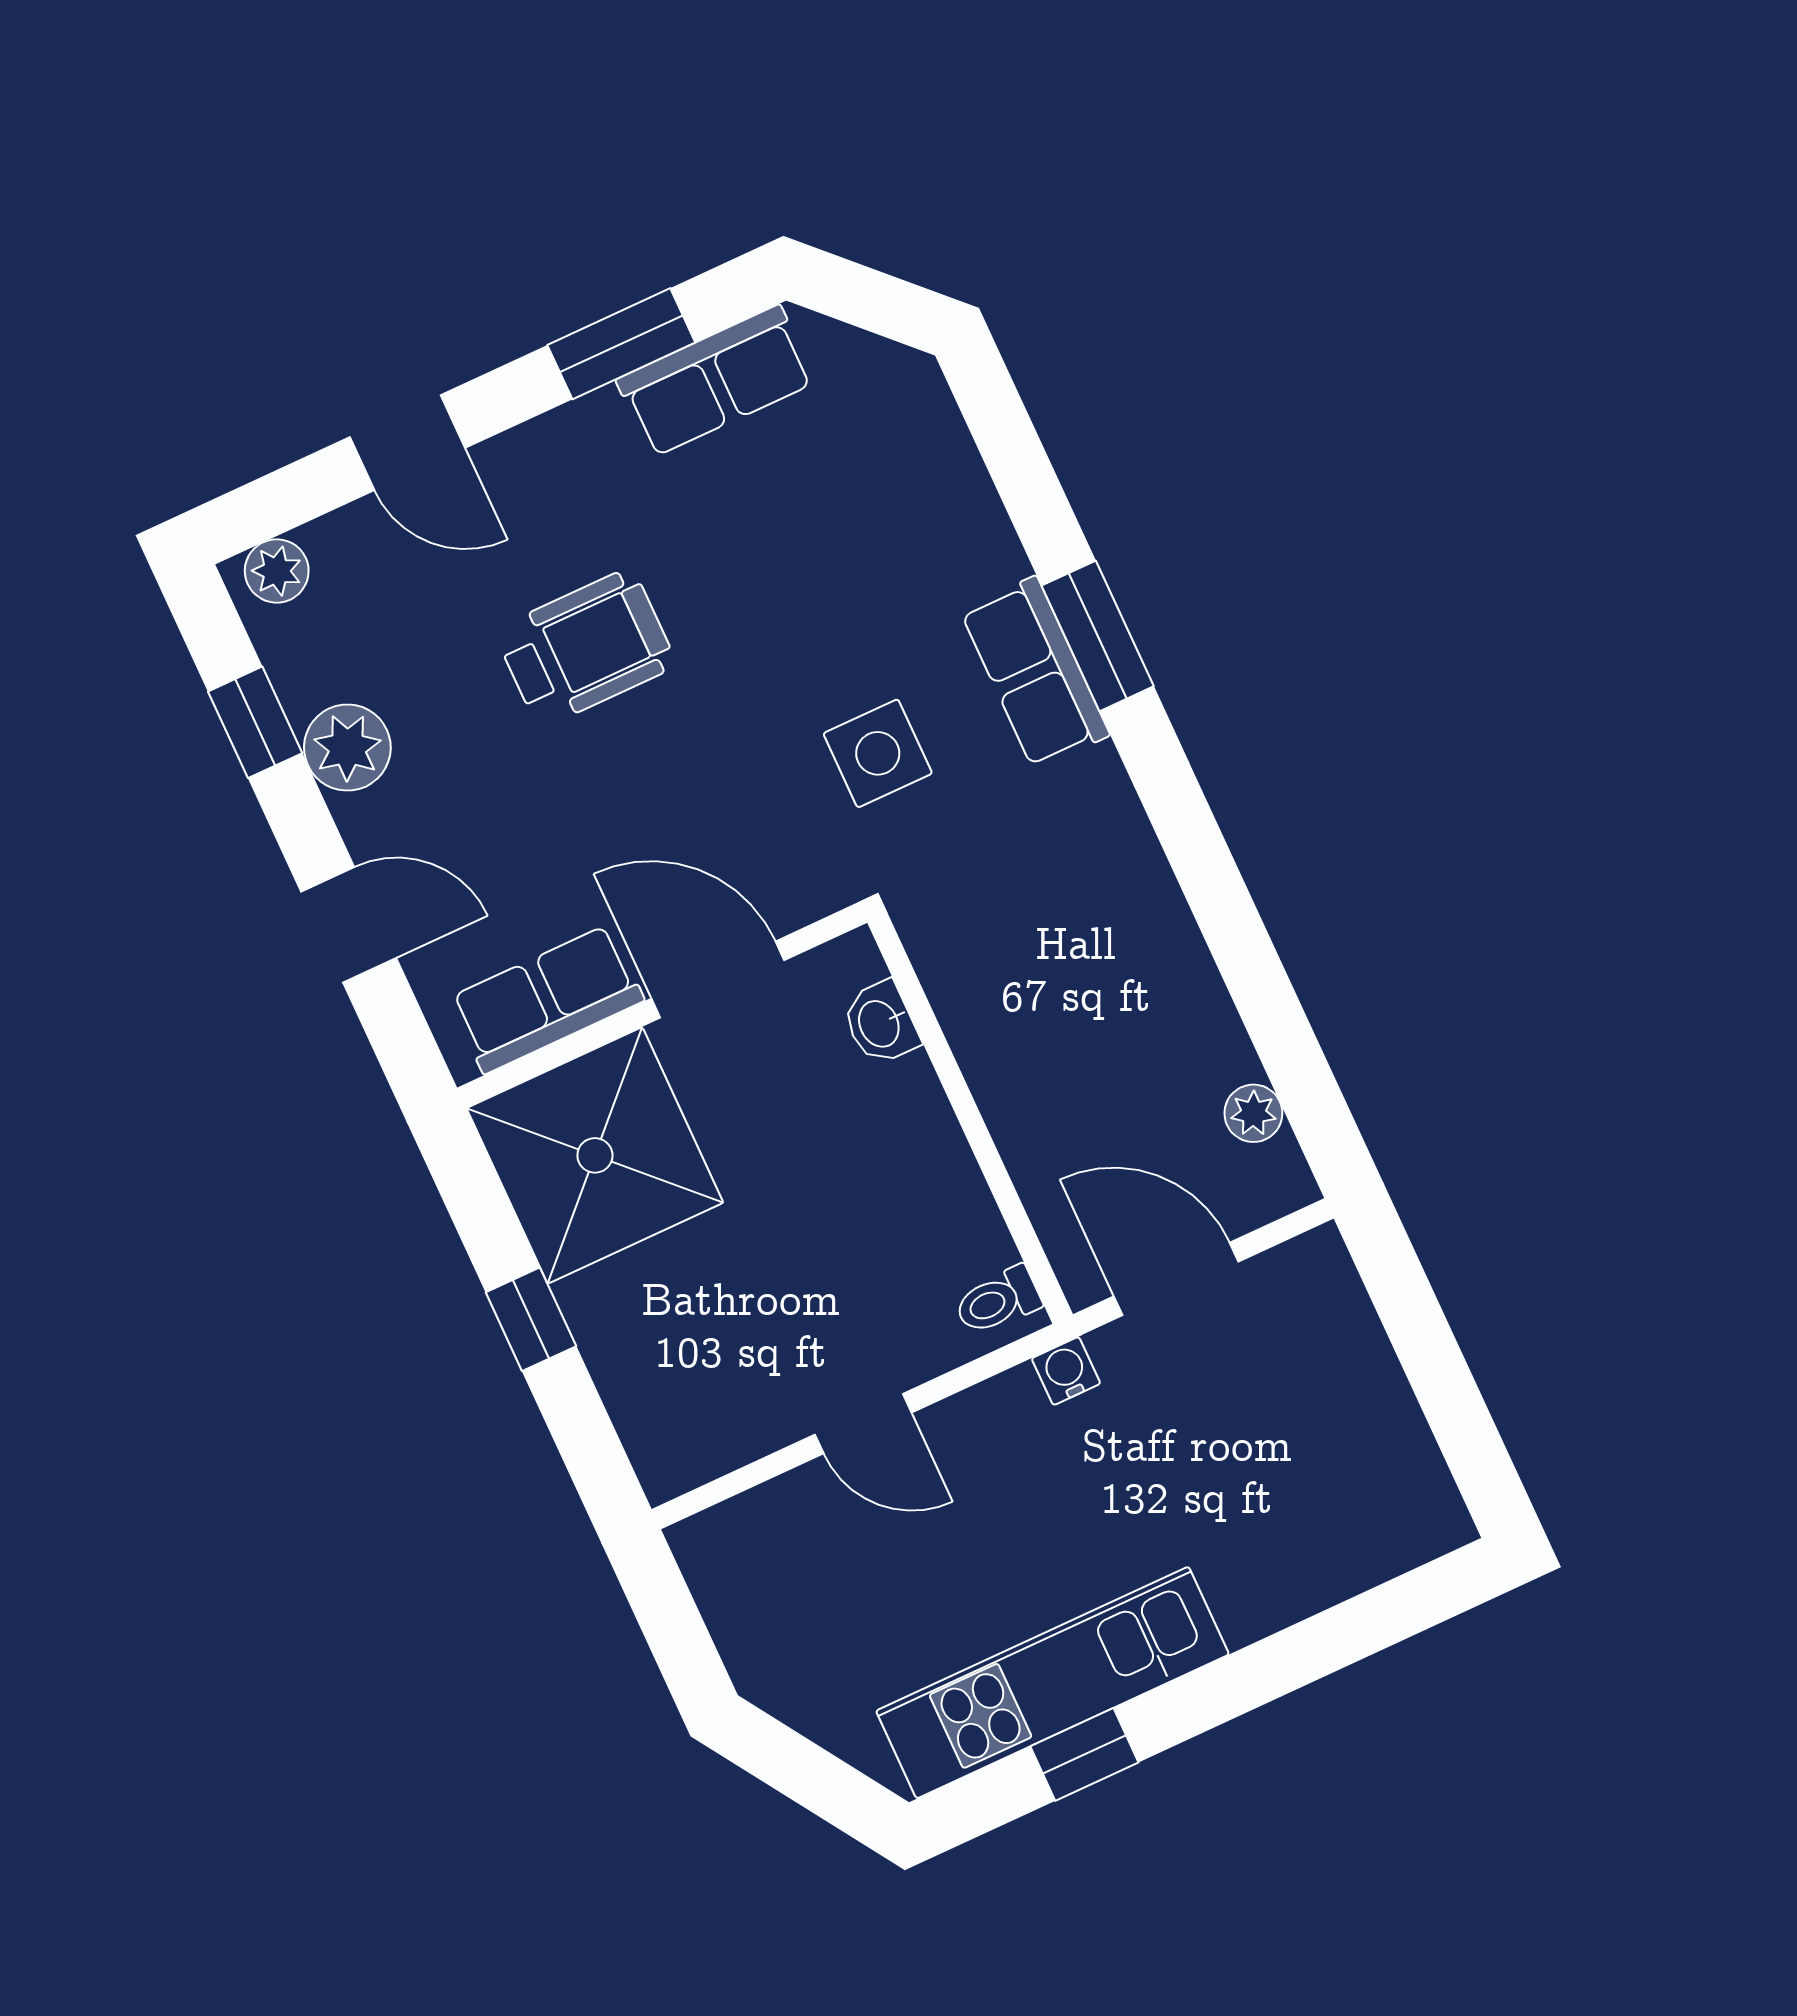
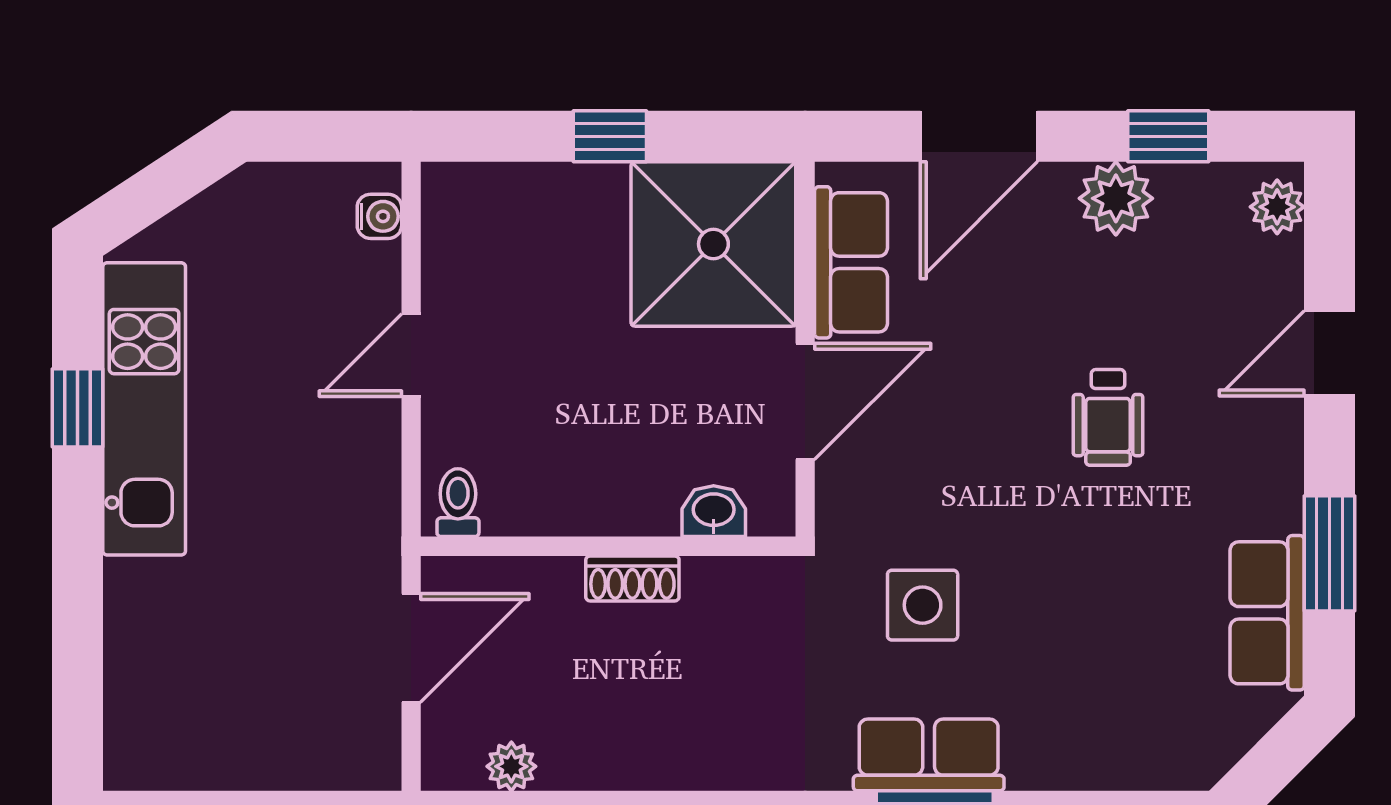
wheelchair: (585, 648) -> (1108, 417), width x0.73, depth x0.73
door: (349, 925) -> (979, 136), width x1.38
shoe rack: (993, 1077) -> (632, 578), added
water cooler: (1066, 1371) -> (379, 216), moved

